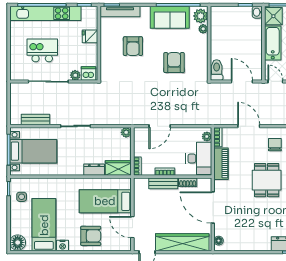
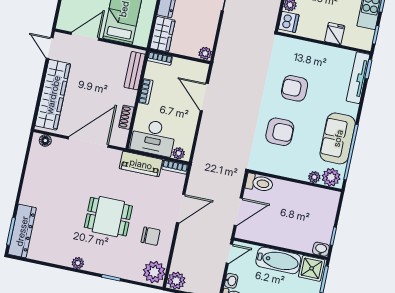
armchair: (133, 46) -> (294, 88), moved
bench: (163, 183) -> (135, 71), moved

